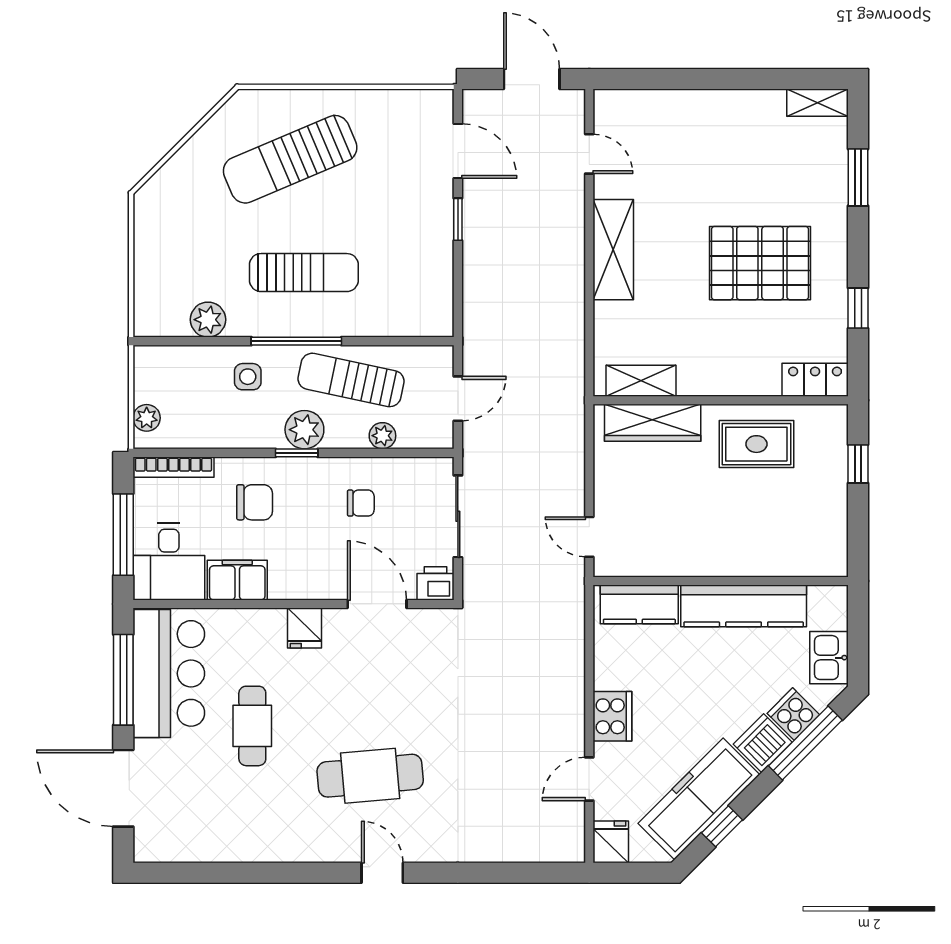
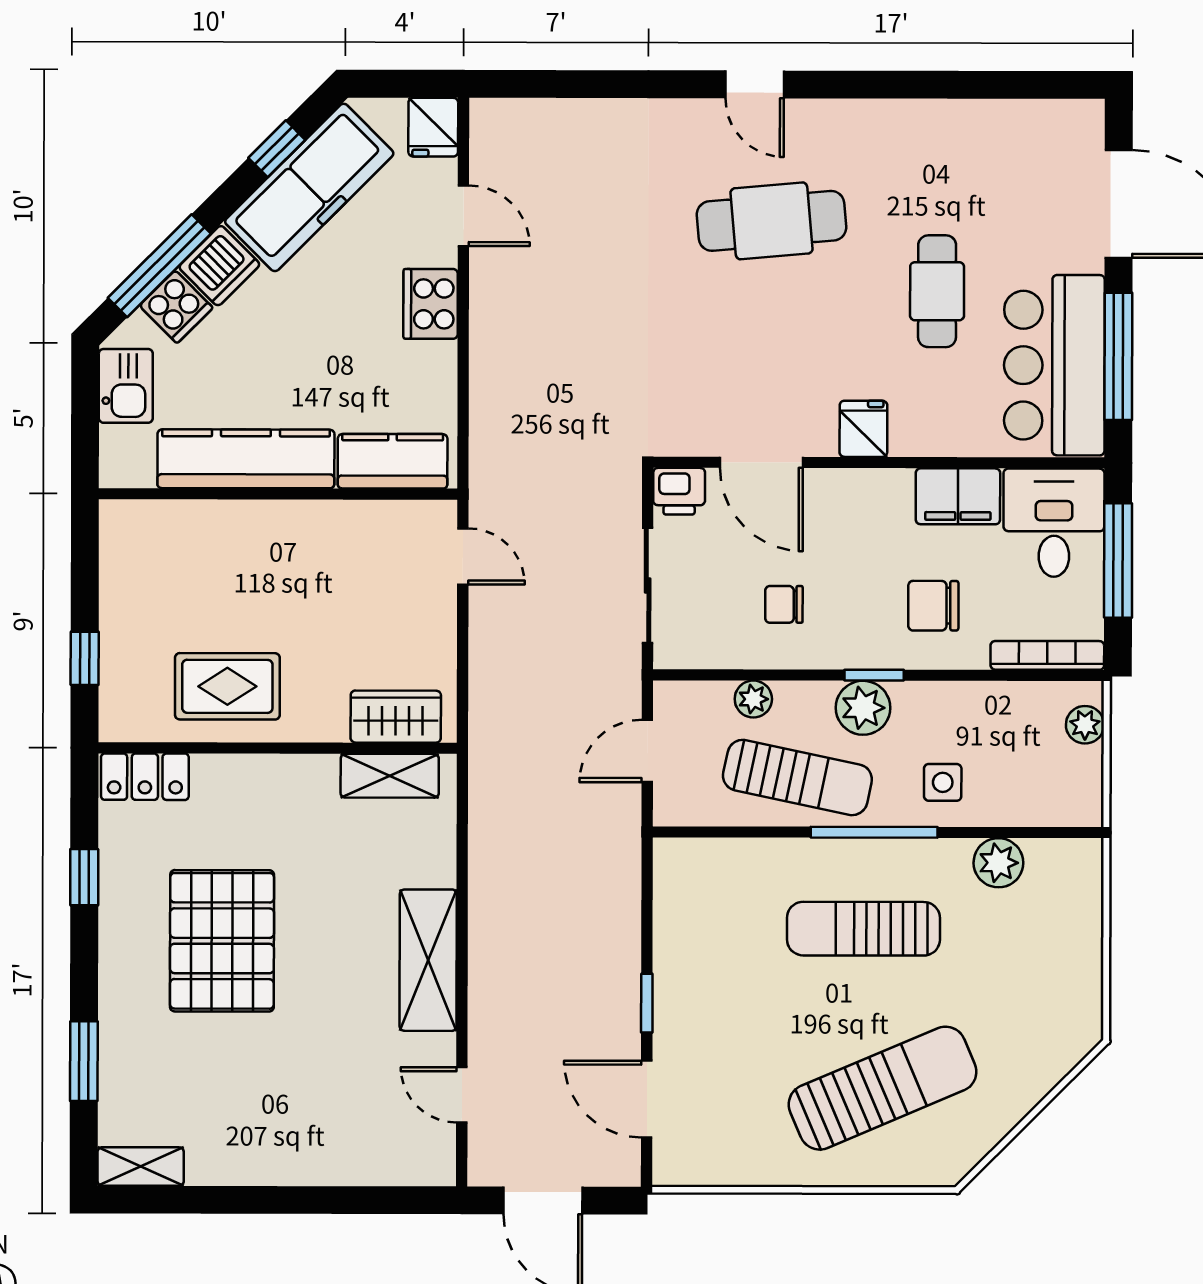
pallet: (760, 263) -> (222, 941), turned 90
wardrobe: (653, 423) -> (396, 717), width x0.67
door: (589, 779) -> (463, 216), hinge flipped

